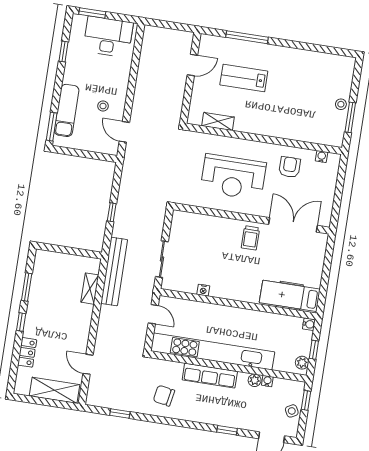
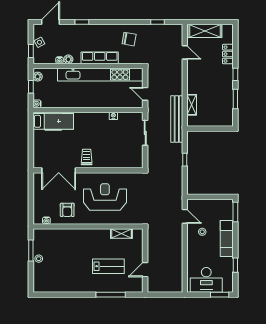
exam couch: (67, 110) -> (227, 239), moved

